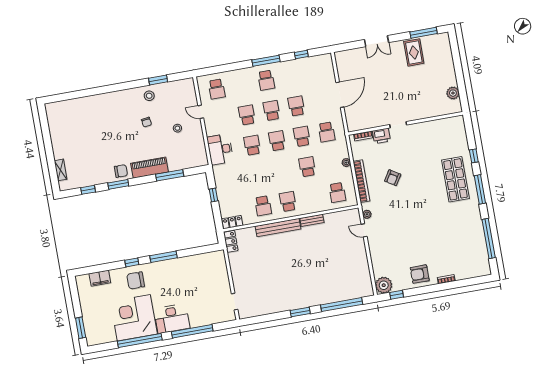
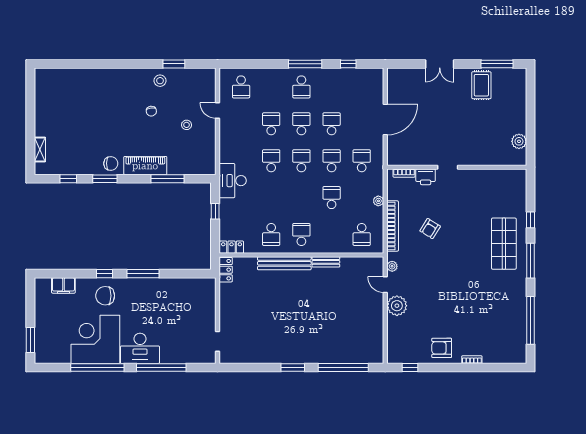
school desk: (327, 132) -> (362, 161), turned 180
desk: (220, 149) -> (233, 181), moved
plant: (384, 285) -> (397, 306), moved

